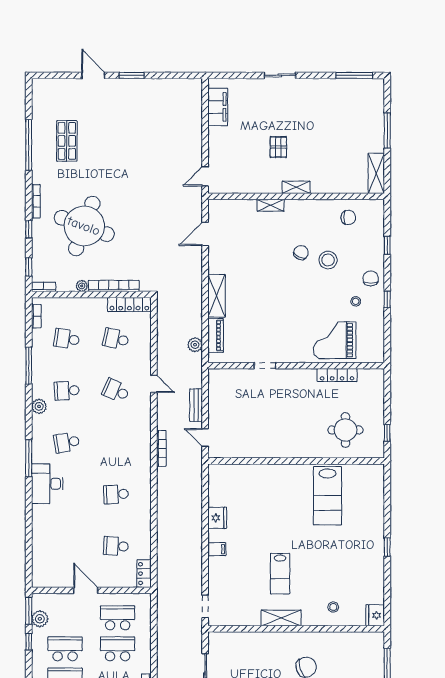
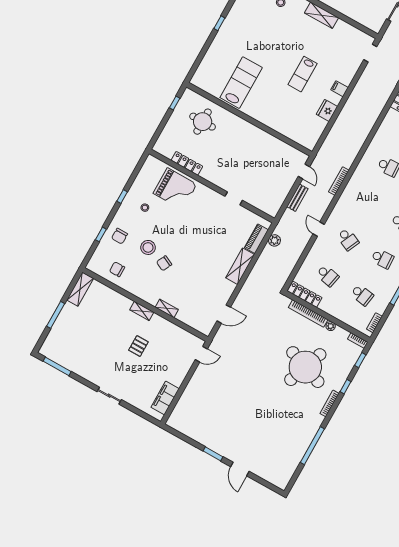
shop shelf: (67, 141) -> (284, 433), removed
chair: (371, 278) -> (120, 236), moved
lab bench: (280, 574) -> (303, 74), moved, turned 180

